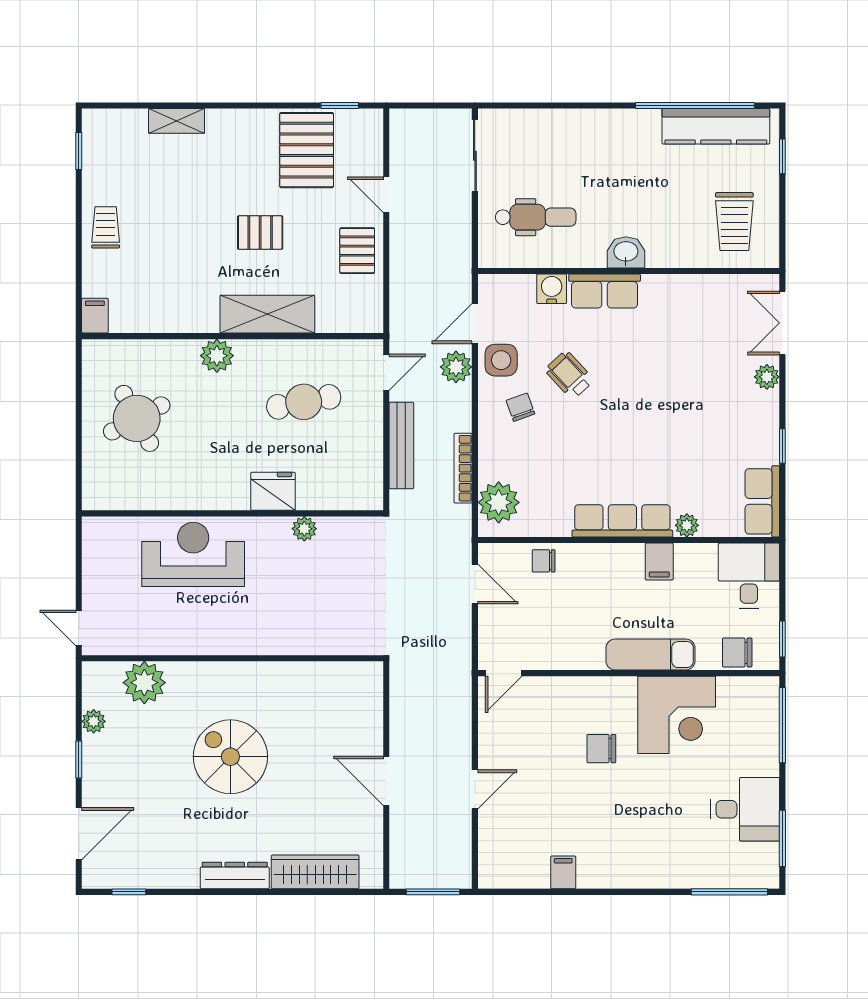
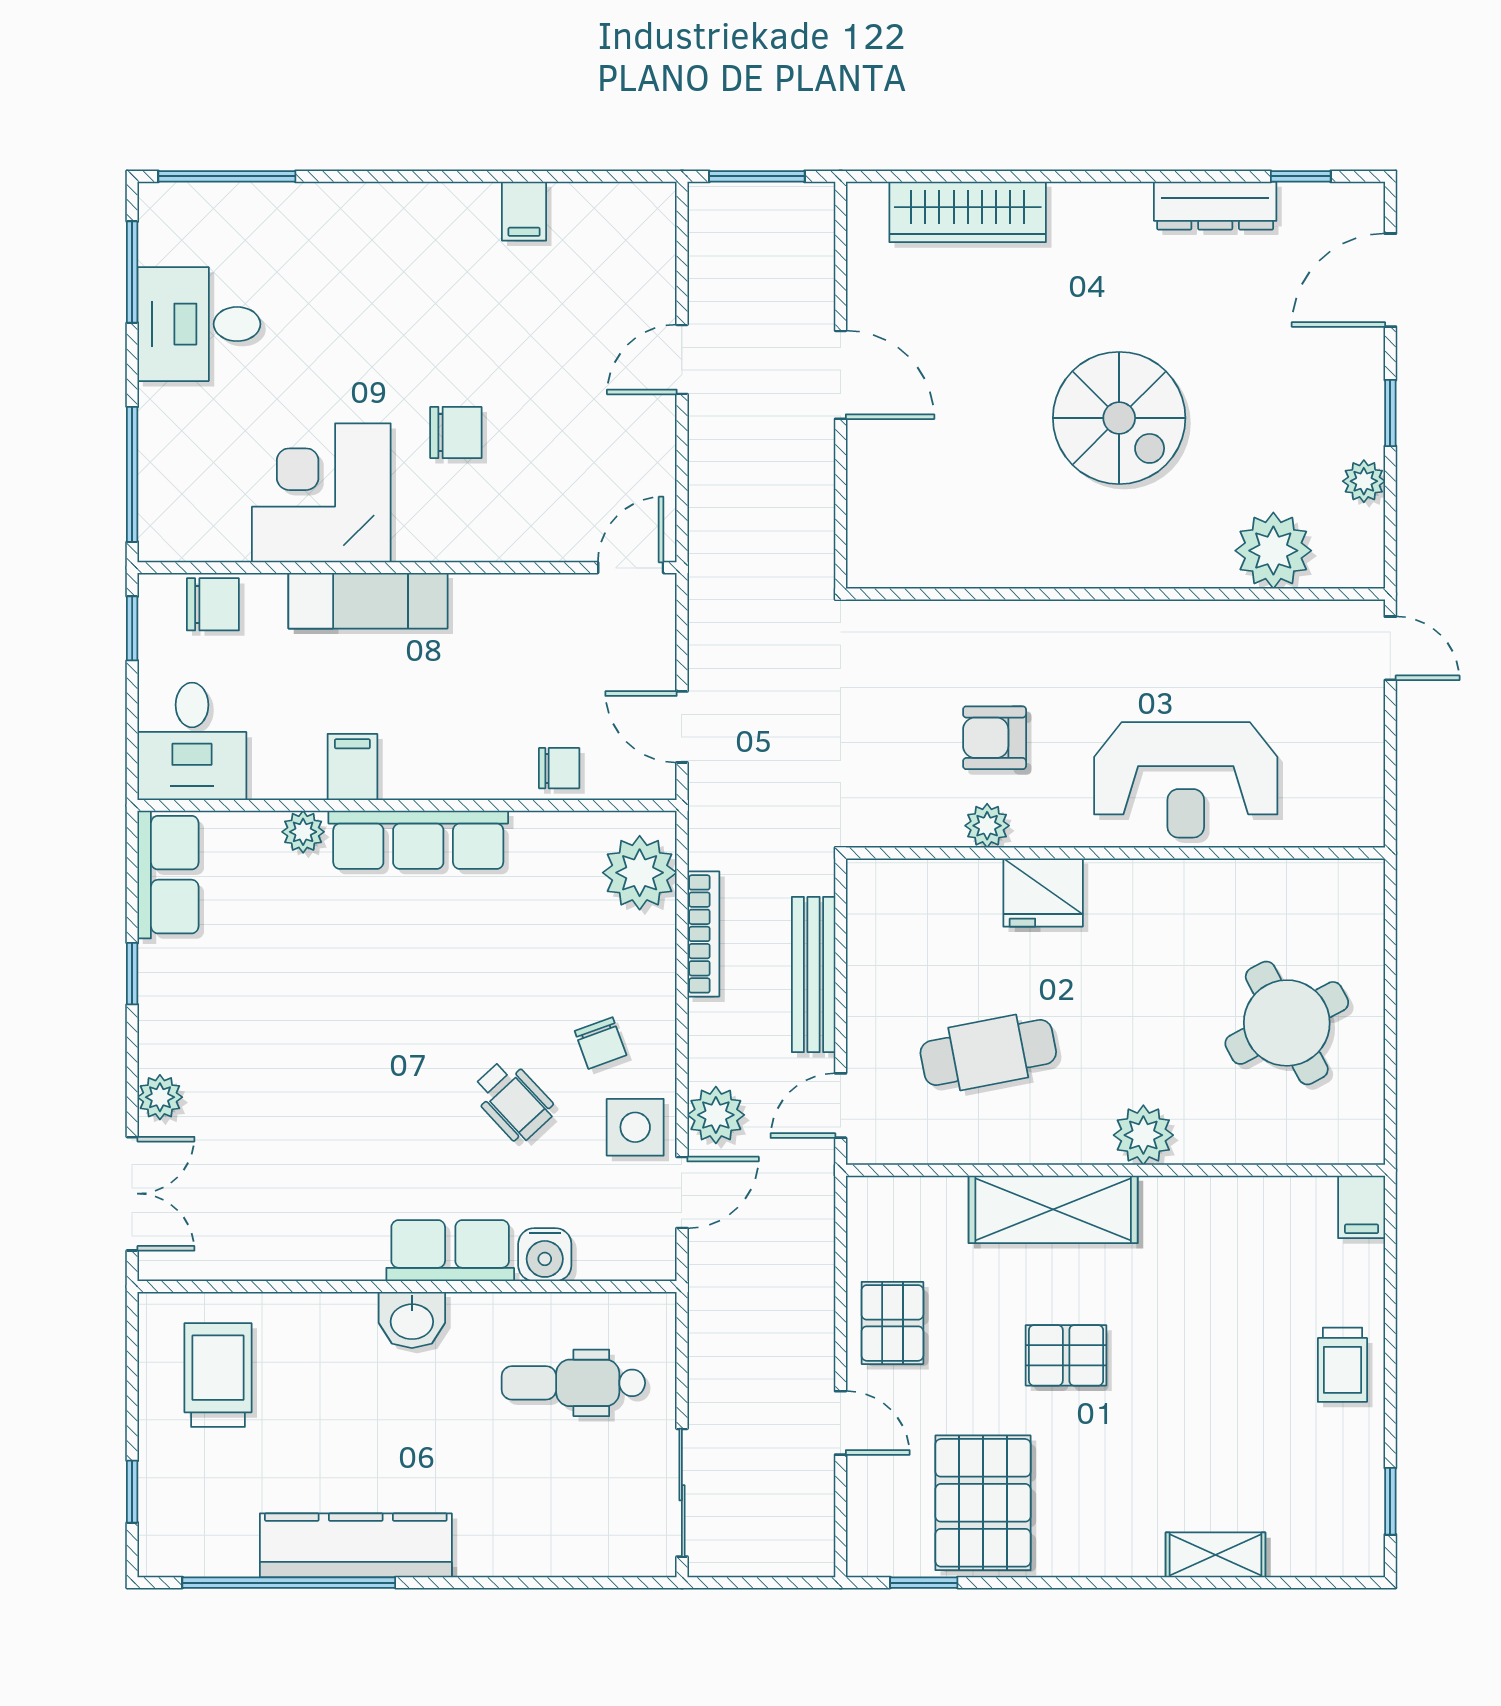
kitchen counter: (716, 126) -> (356, 1545), moved
armchair: (300, 578) -> (995, 738), added
dresser: (235, 875) -> (1215, 206), moved

